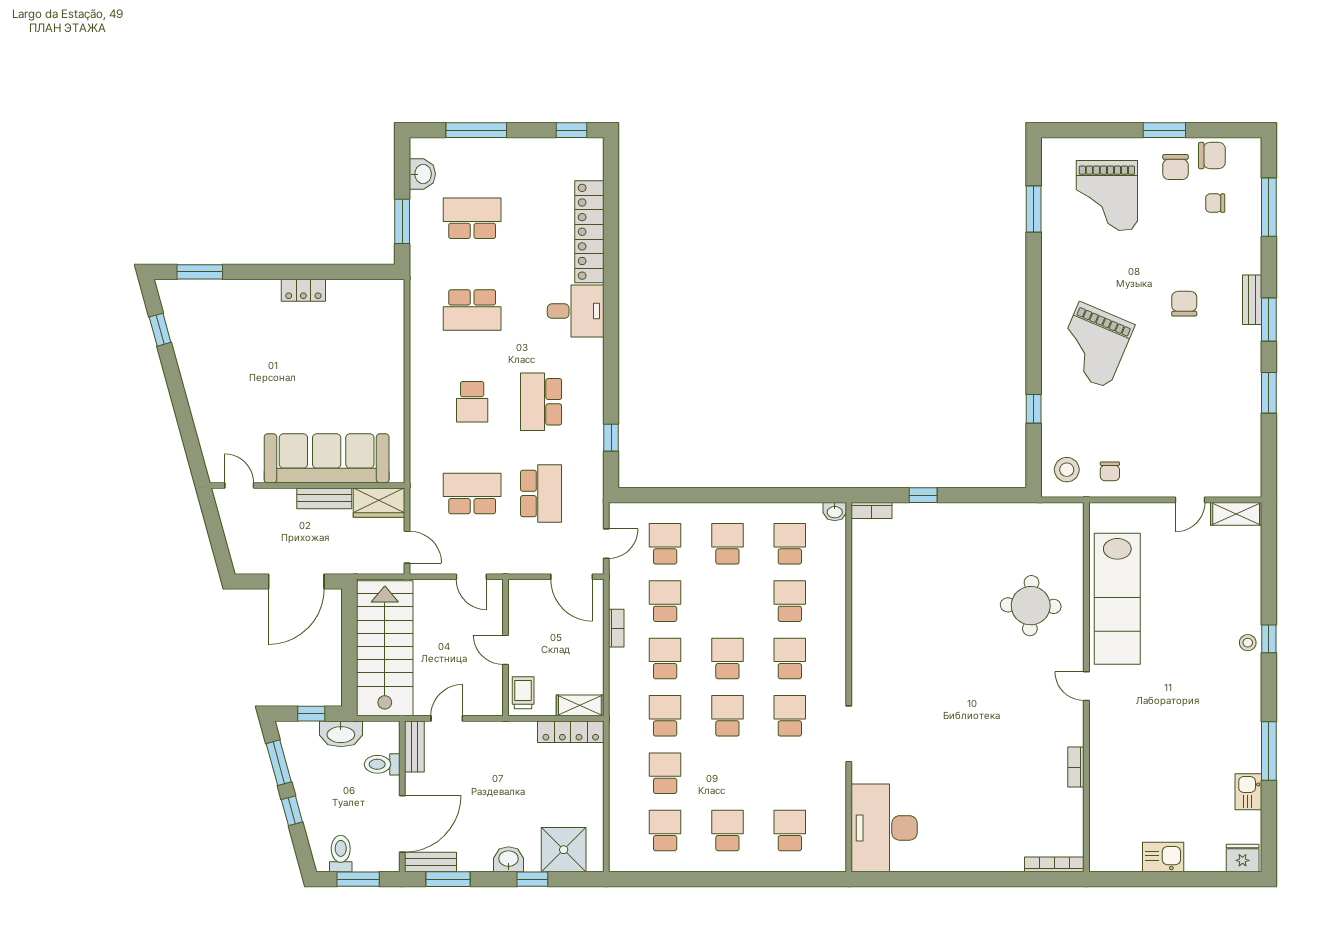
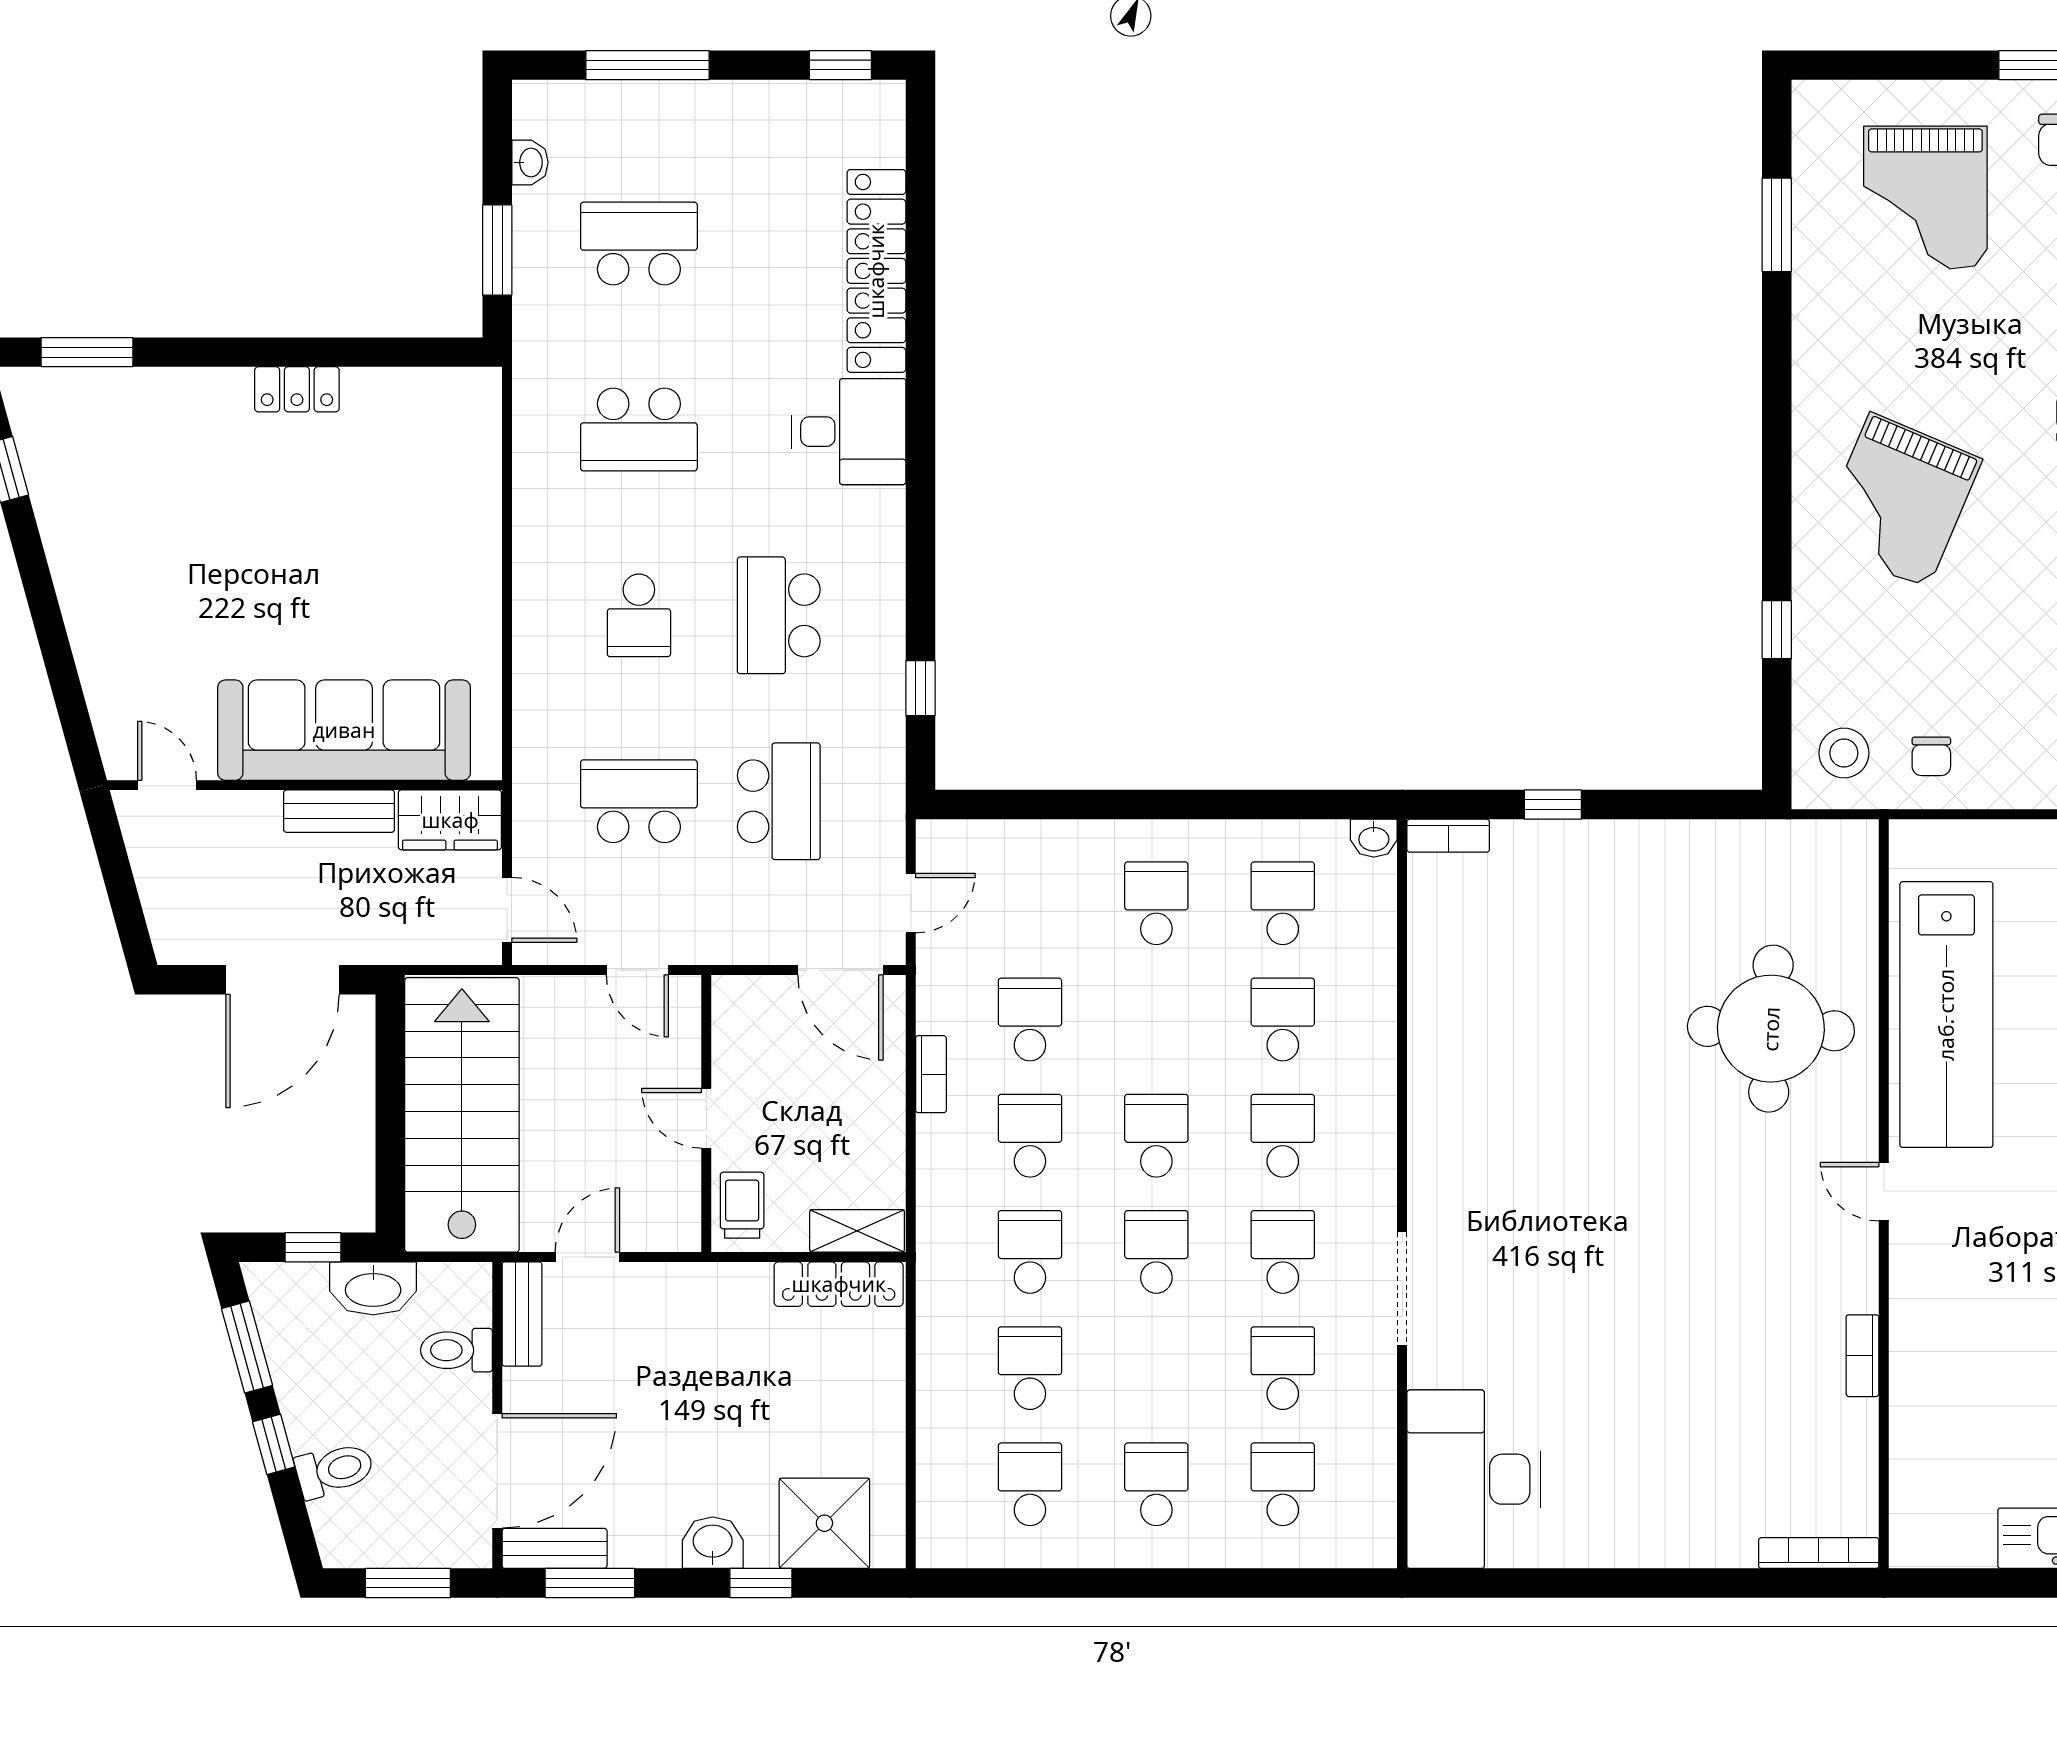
washbasin: (422, 174) -> (530, 162), width x0.72, depth x0.69
school desk: (665, 544) -> (1283, 1368), moved
round table: (1031, 606) -> (1771, 1029), width x1.36, depth x1.36
toilet: (341, 854) -> (335, 1470), moved, turned 75

